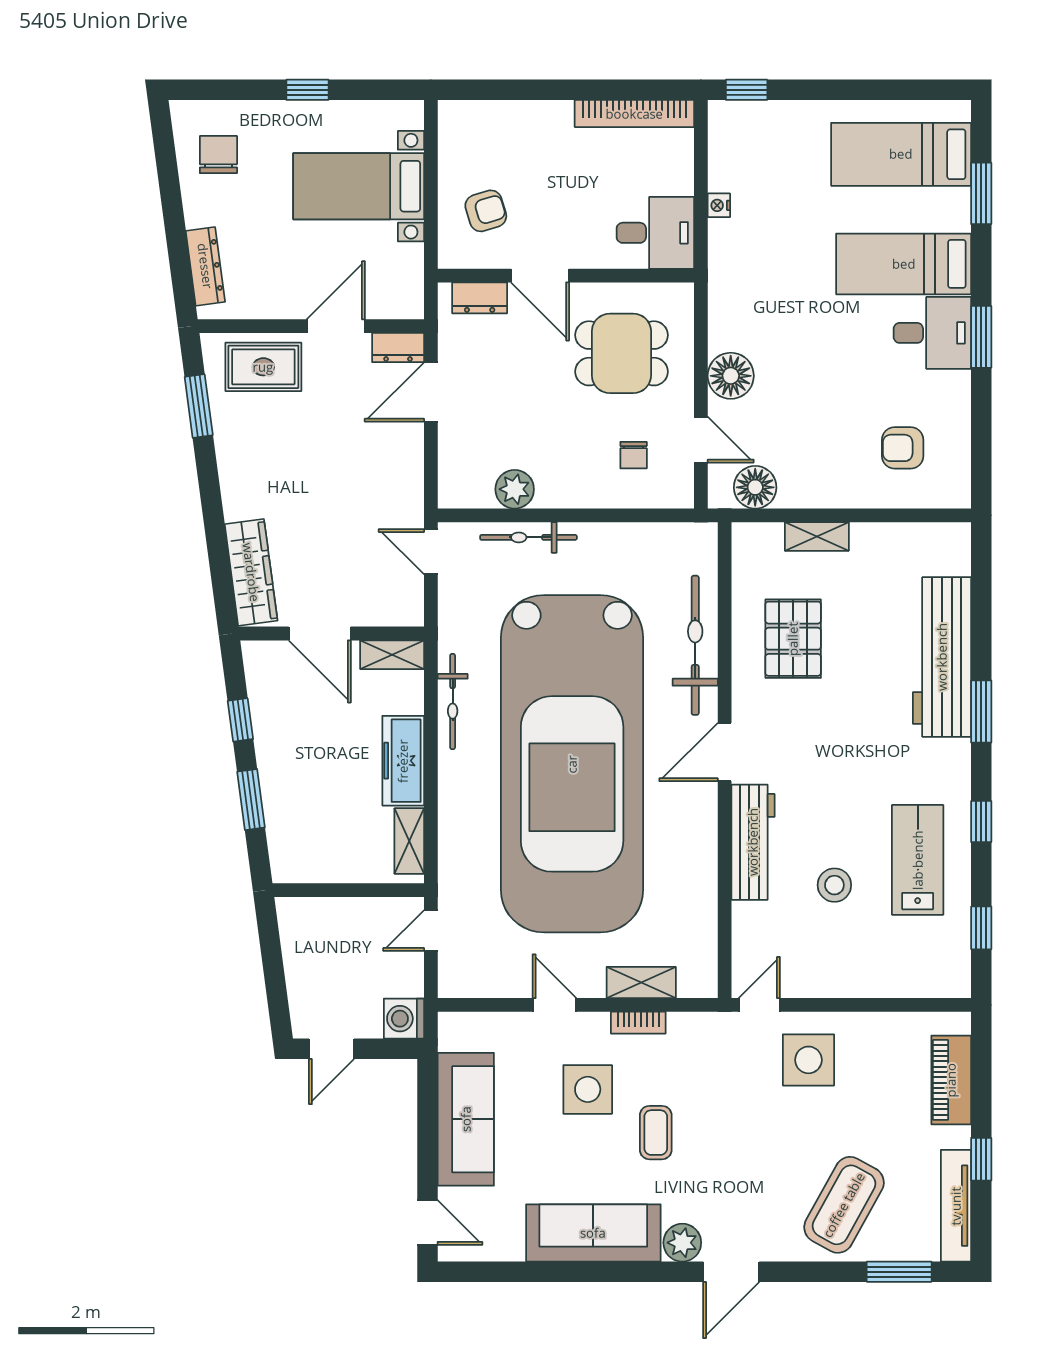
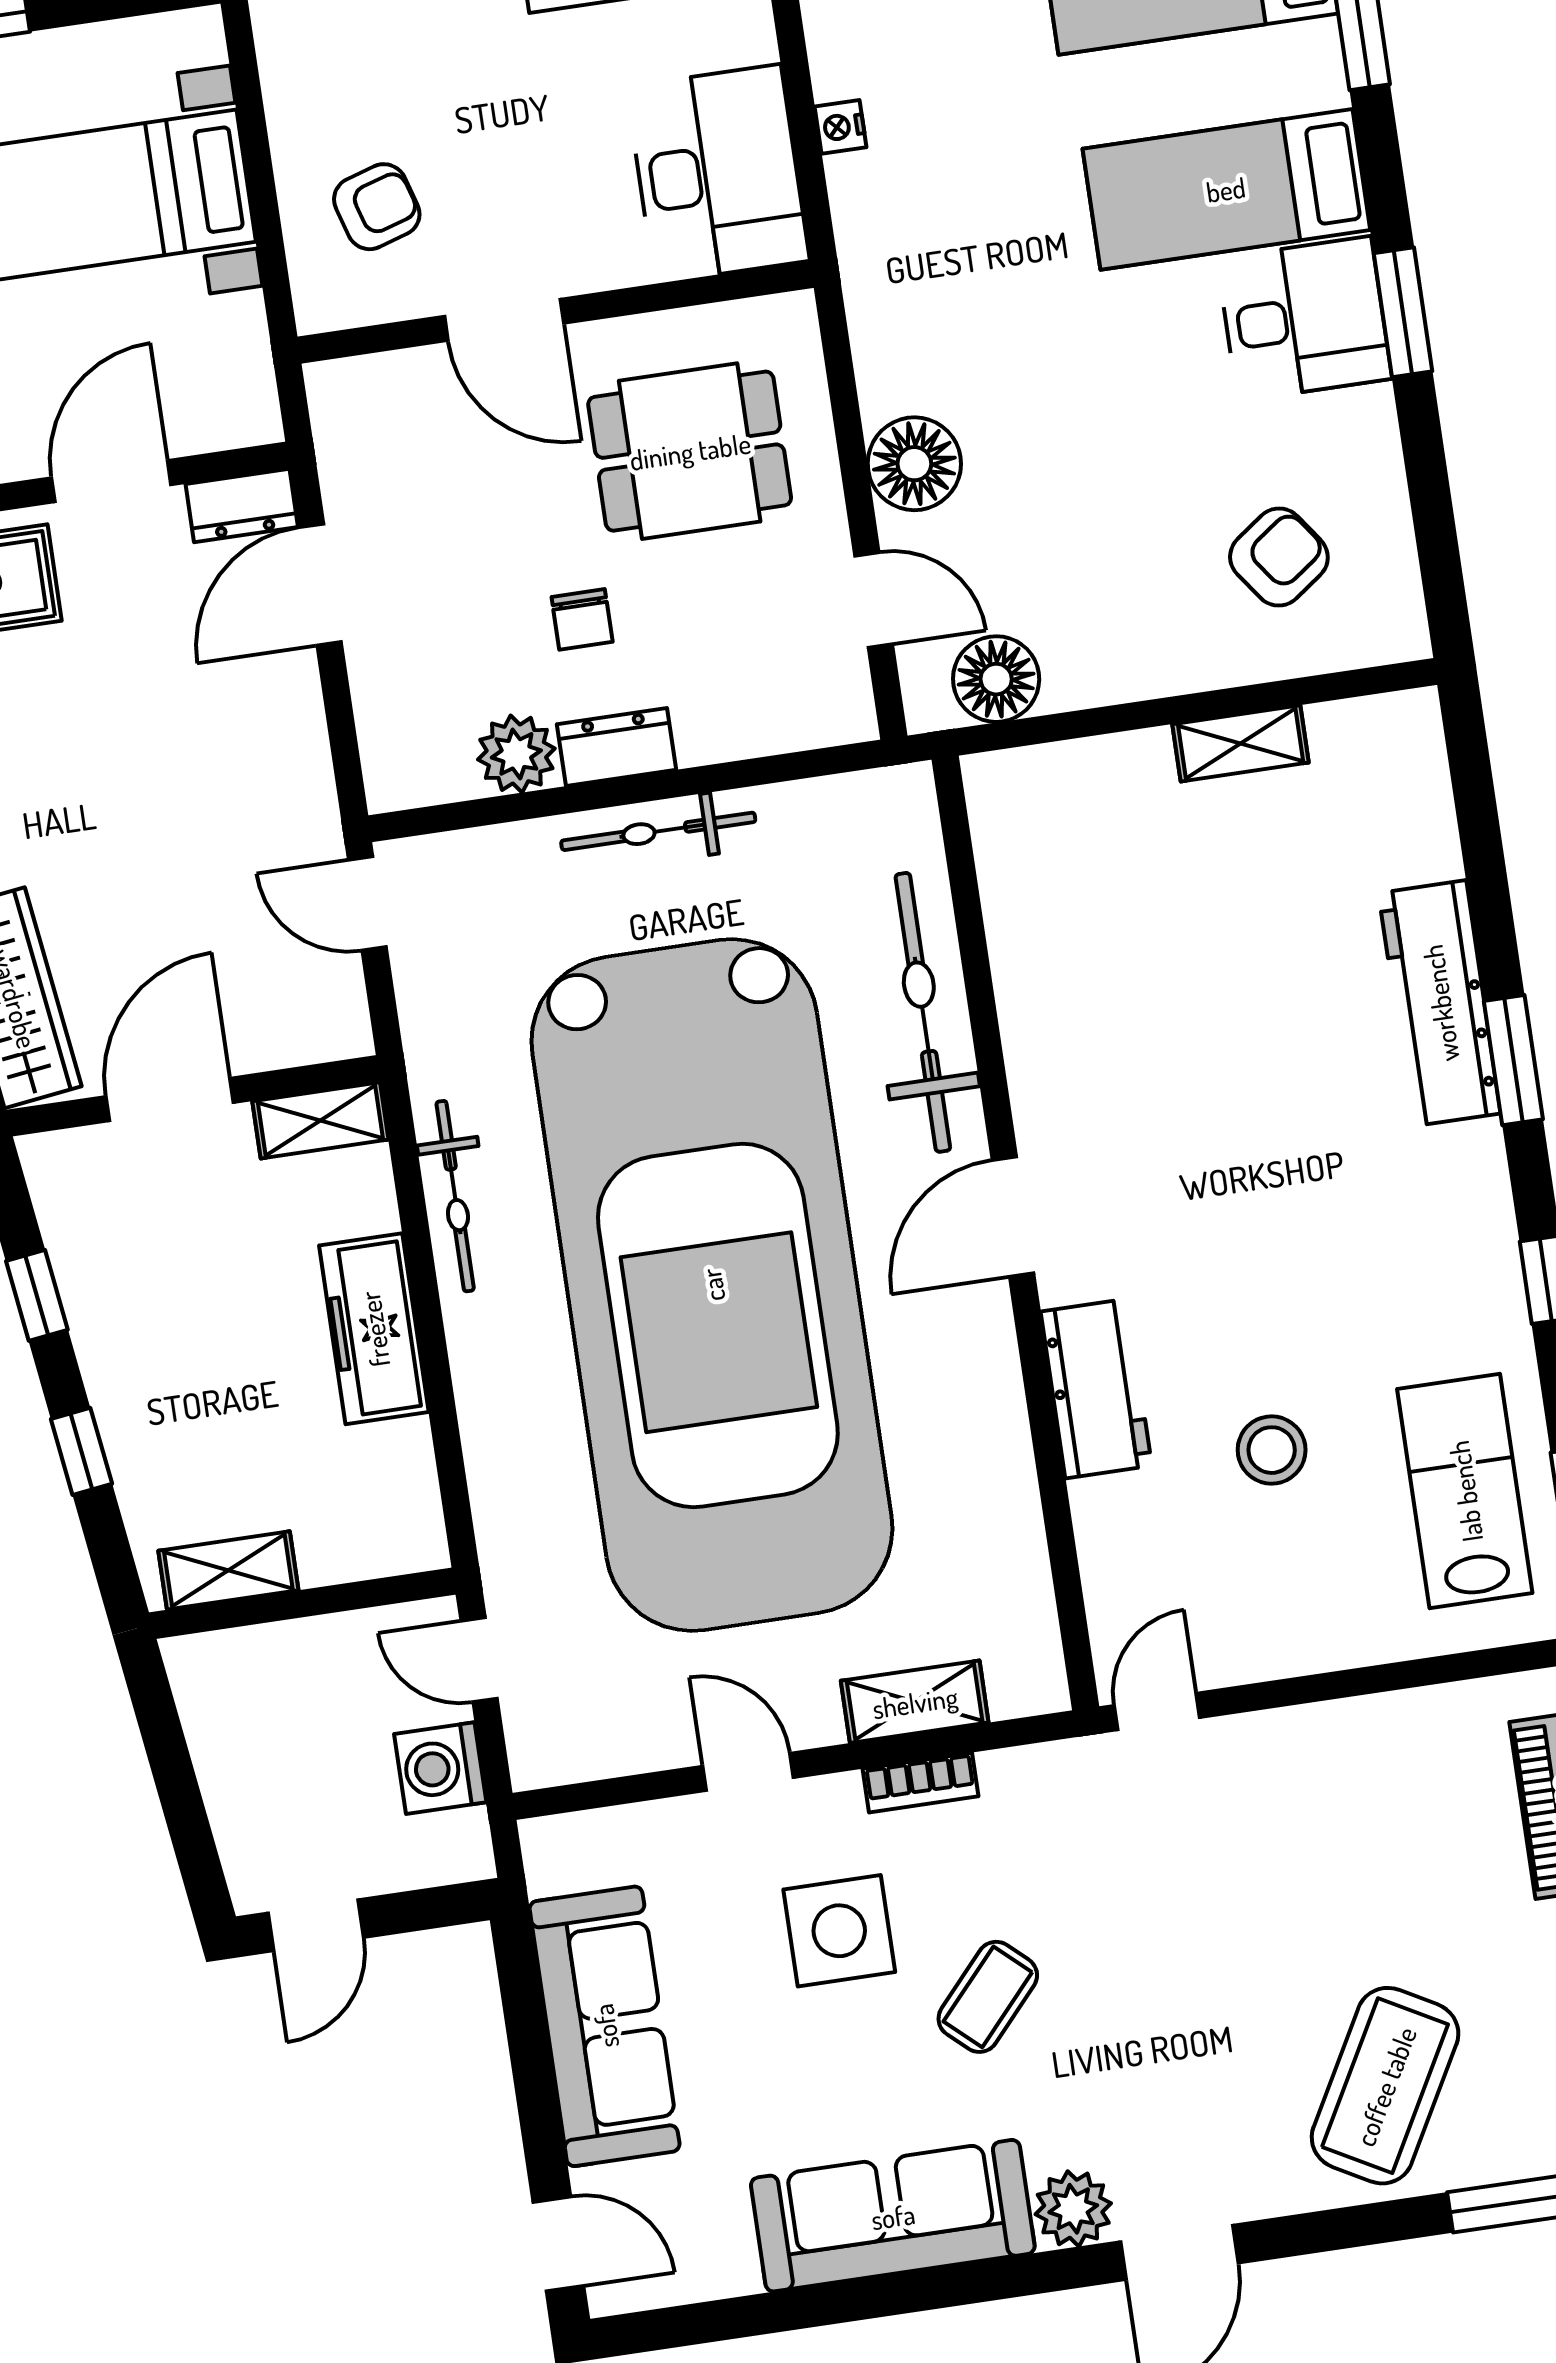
desk: (655, 233) -> (718, 174), width x1.37
dresser: (480, 298) -> (616, 747), moved, turned 180
armchair: (903, 448) -> (1279, 557), turned 144
chair: (634, 455) -> (582, 619), moved
shelving: (817, 536) -> (1241, 743), moved
bicycle: (528, 537) -> (658, 831), moved
door: (320, 633) -> (170, 1099), swing flipped
pallet: (793, 639) -> (1116, 970), removed
workbench: (942, 657) -> (1440, 1003), width x0.73, depth x0.76
window: (251, 800) -> (81, 1451), width x0.67
shelving: (409, 841) -> (228, 1570), moved, turned 90
workbench: (753, 842) -> (1096, 1389), width x0.73
lab bench: (918, 860) -> (1465, 1491), moved
door: (431, 931) -> (479, 1660), hinge flipped
washing machine: (404, 1019) -> (440, 1768), moved
side table: (808, 1060) -> (1271, 1807), removed
coffee table: (656, 1133) -> (988, 1997), turned 42

